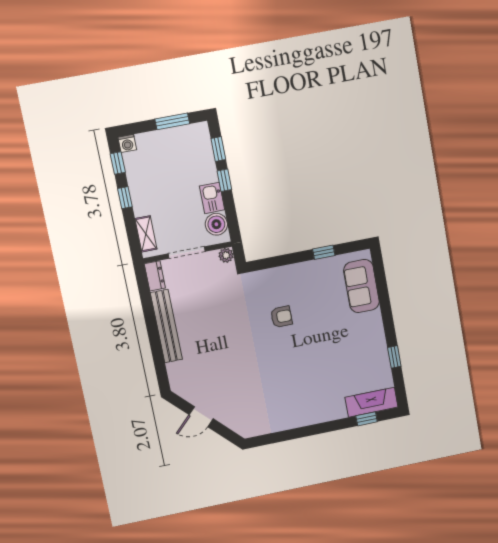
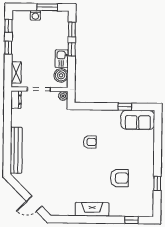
washing machine: (127, 143) -> (35, 15), moved
sofa: (361, 286) -> (138, 120), moved, turned -90
bench: (166, 326) -> (16, 150), moved
armchair: (336, 361) -> (119, 178), added
fireplace: (372, 402) -> (92, 209), moved
door: (201, 417) -> (34, 204), moved

